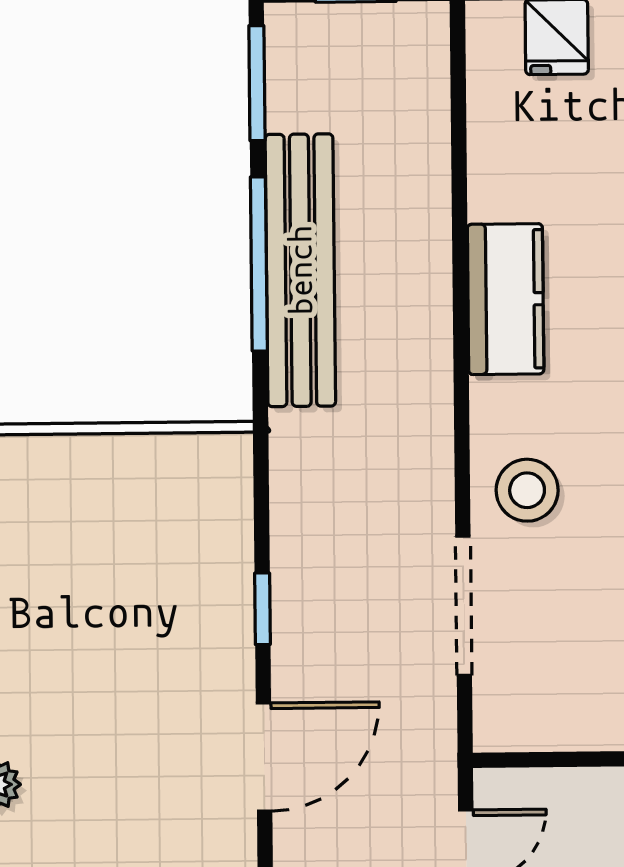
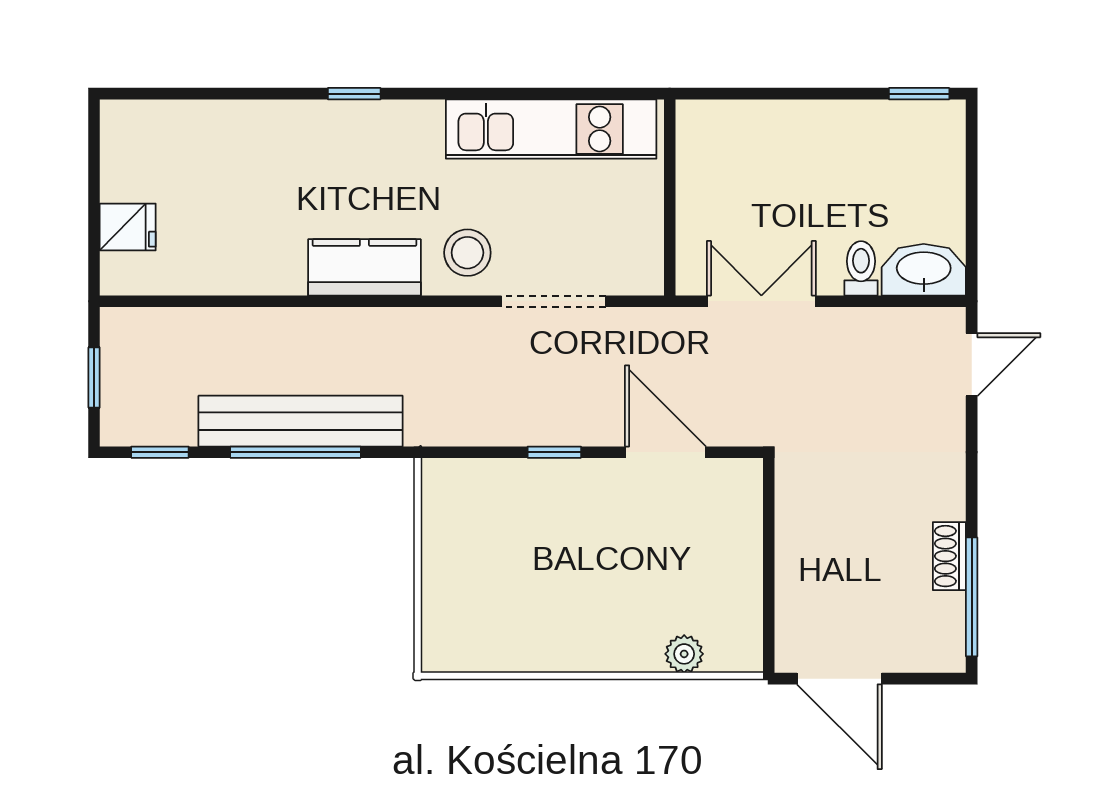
window: (257, 83) -> (160, 452), width x0.67
kitchen counter: (506, 299) -> (364, 267), moved

